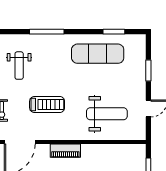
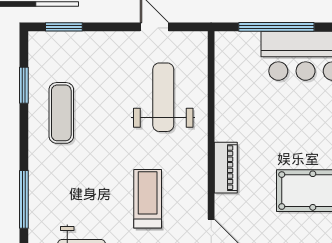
exercise mat: (98, 54) -> (61, 113), width x0.73, depth x0.69
window: (148, 70) -> (64, 27), moved

